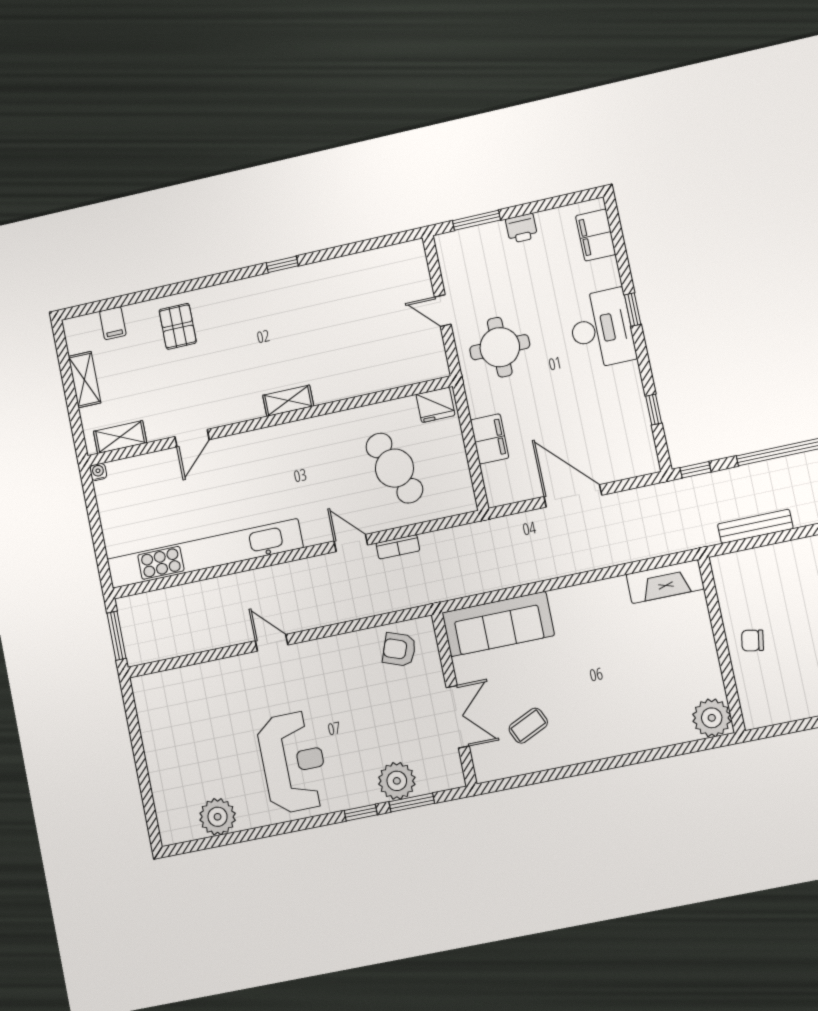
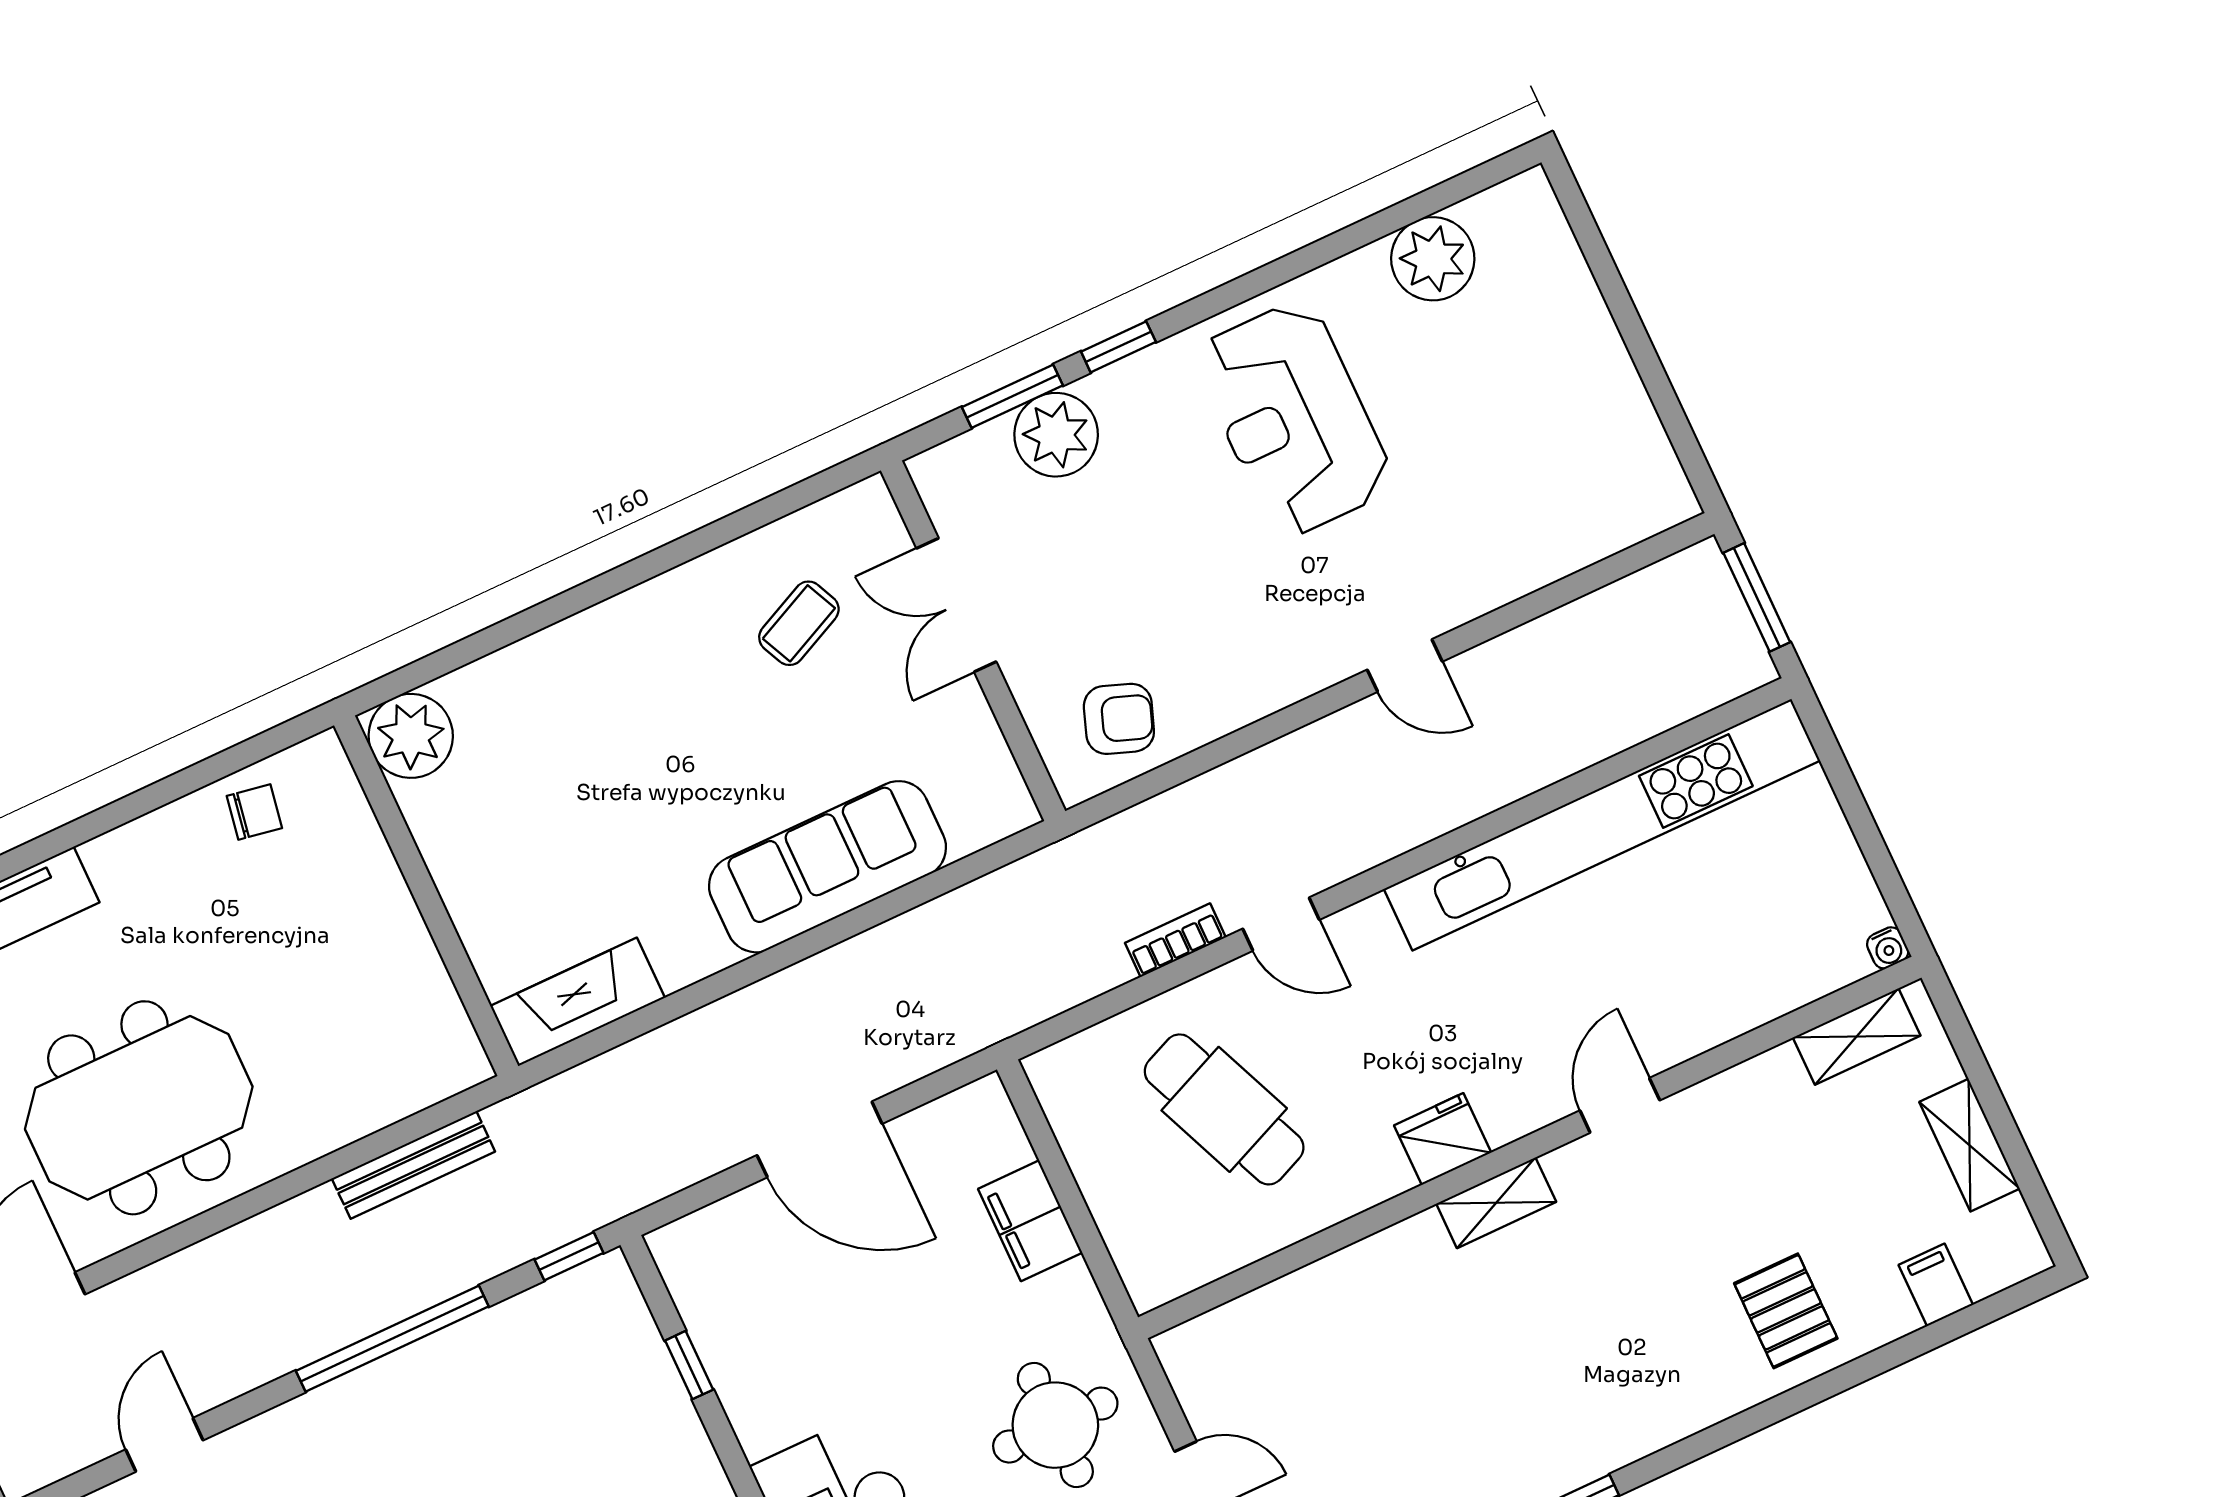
fridge: (435, 405) -> (1443, 1139), moved
door: (192, 438) -> (1620, 1105), moved
sofa: (498, 624) -> (828, 867), moved
chair: (753, 640) -> (254, 812), moved

